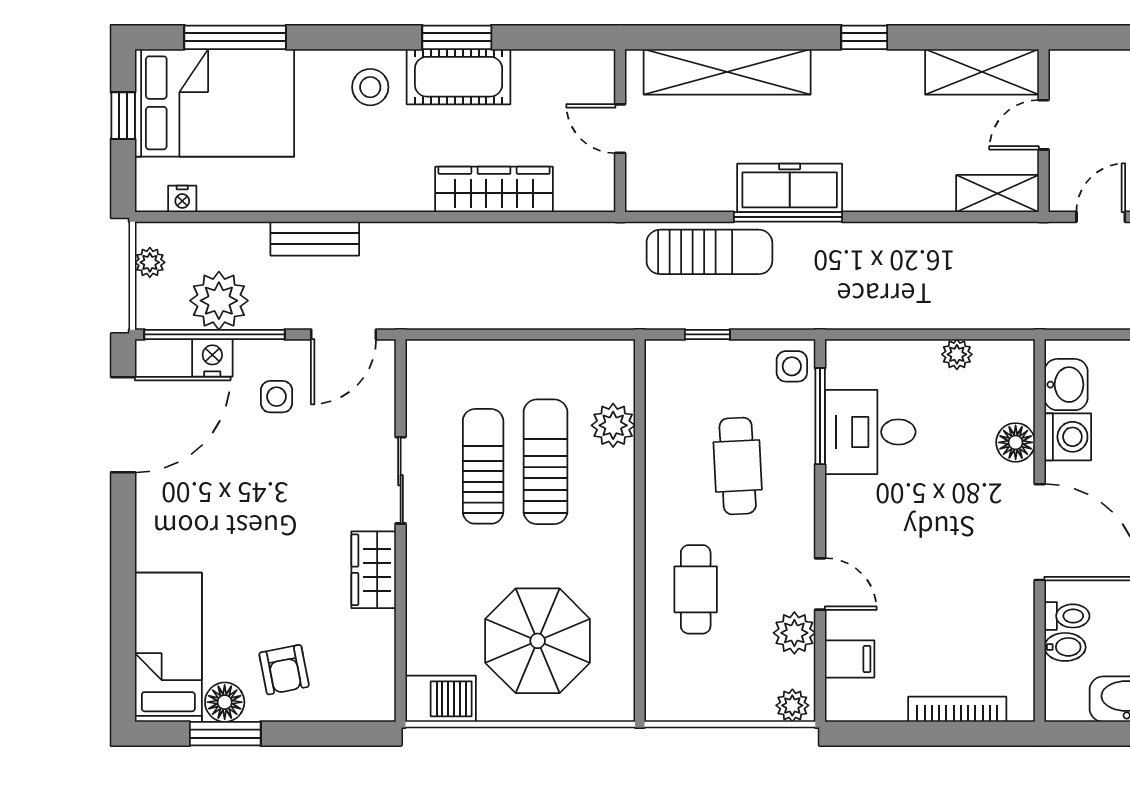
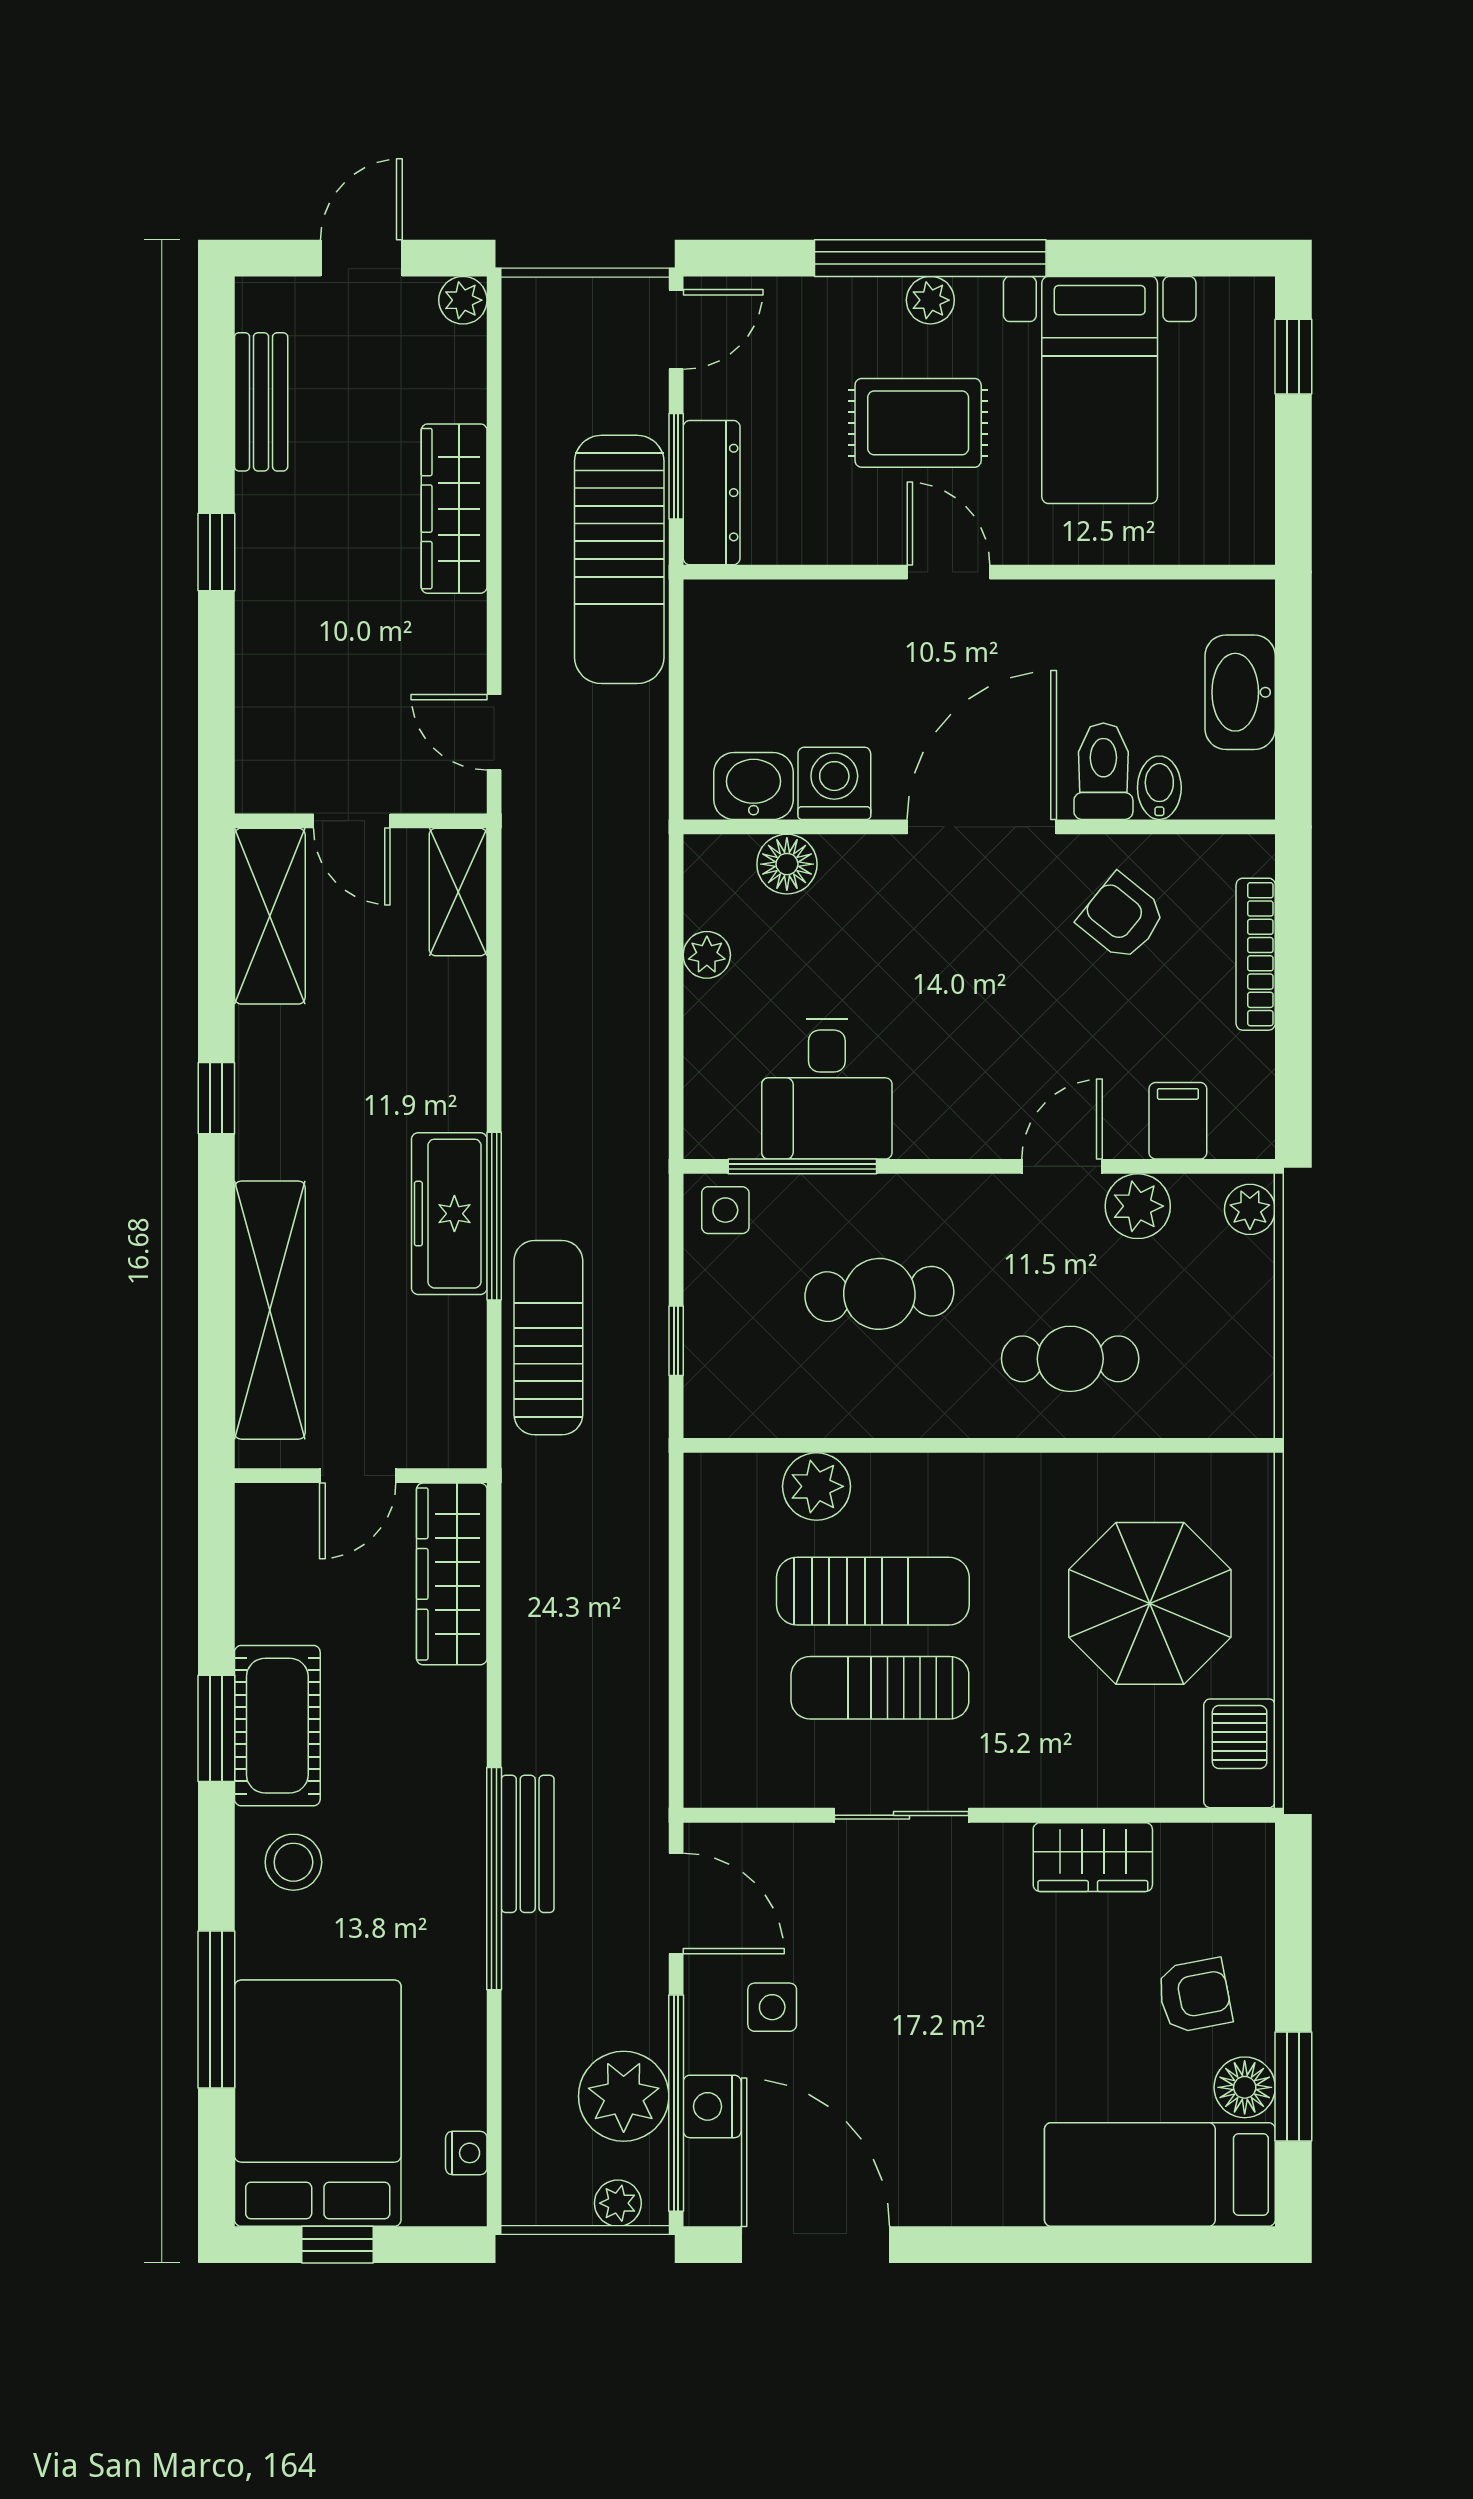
window: (235, 37) -> (216, 2010), moved
wardrobe: (494, 189) -> (452, 1574), moved
window: (360, 217) -> (494, 1879), added
bench: (315, 239) -> (528, 1844), moved
plant: (150, 262) -> (618, 2203), moved
floor lamp: (1016, 442) -> (787, 864), moved
sun lounger: (545, 462) -> (873, 1591), turned 180
wardrobe: (374, 570) -> (1093, 1857), moved
toilet: (1067, 616) -> (1103, 771), width x1.37, depth x1.39
armchair: (981, 623) -> (1122, 917), added

